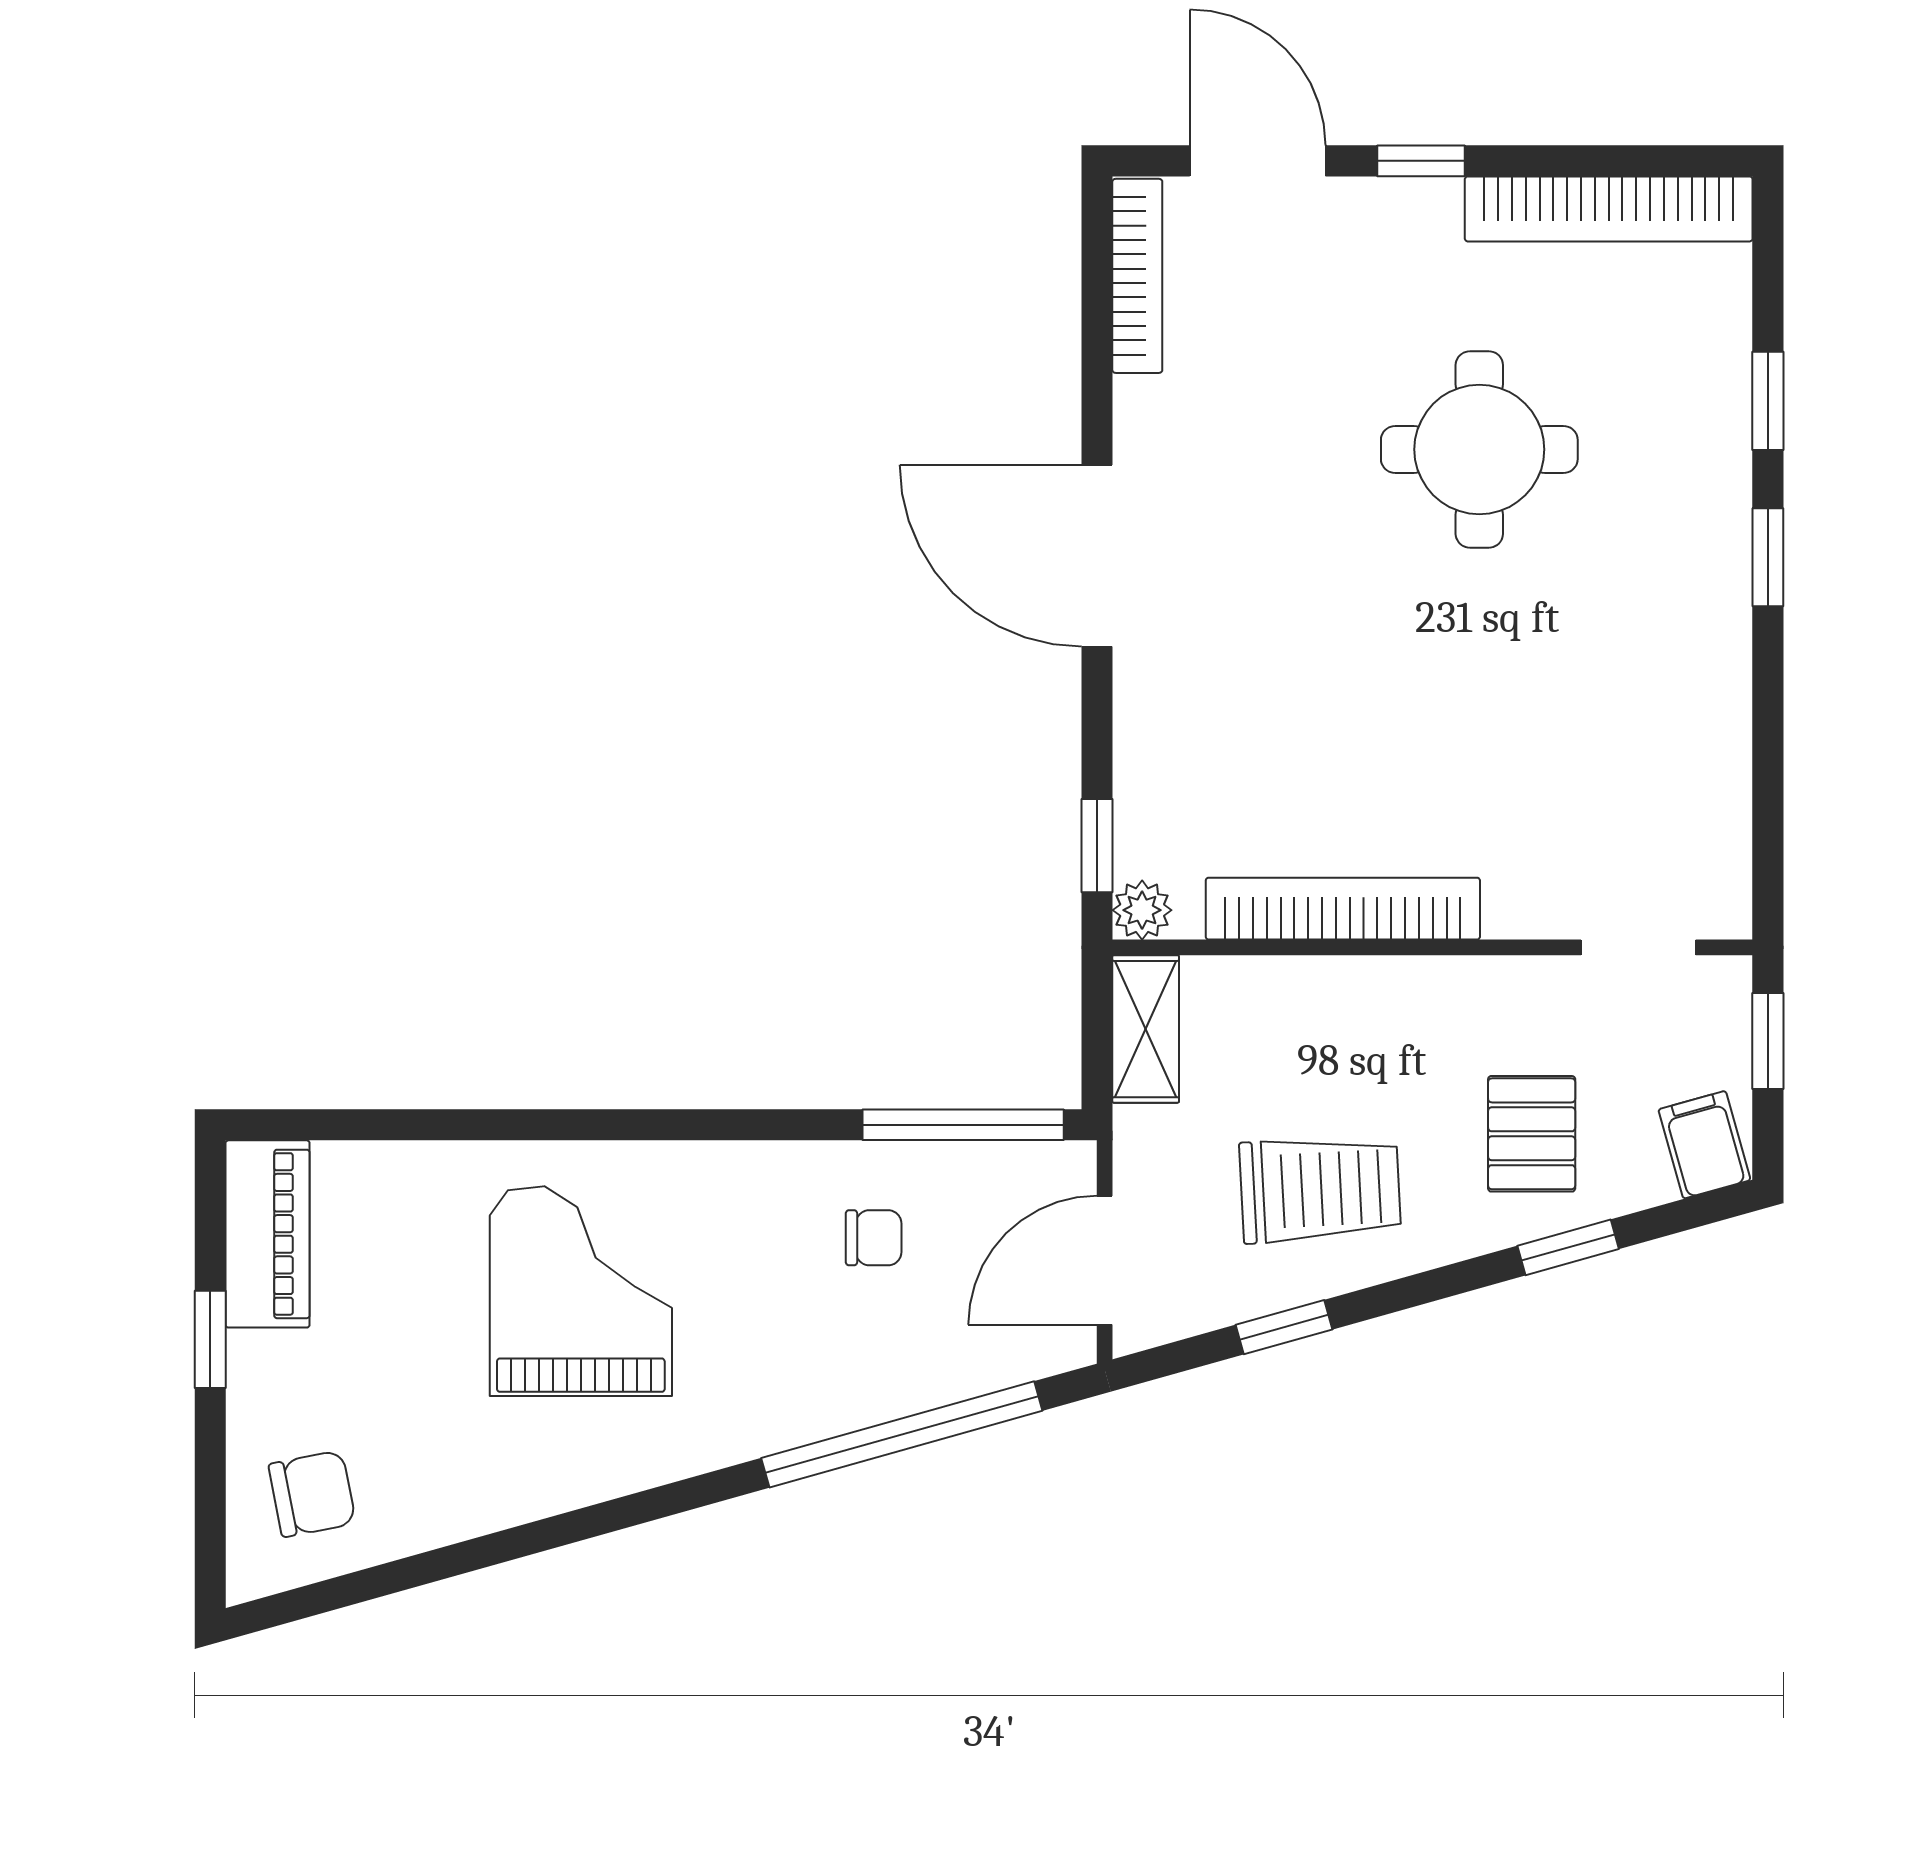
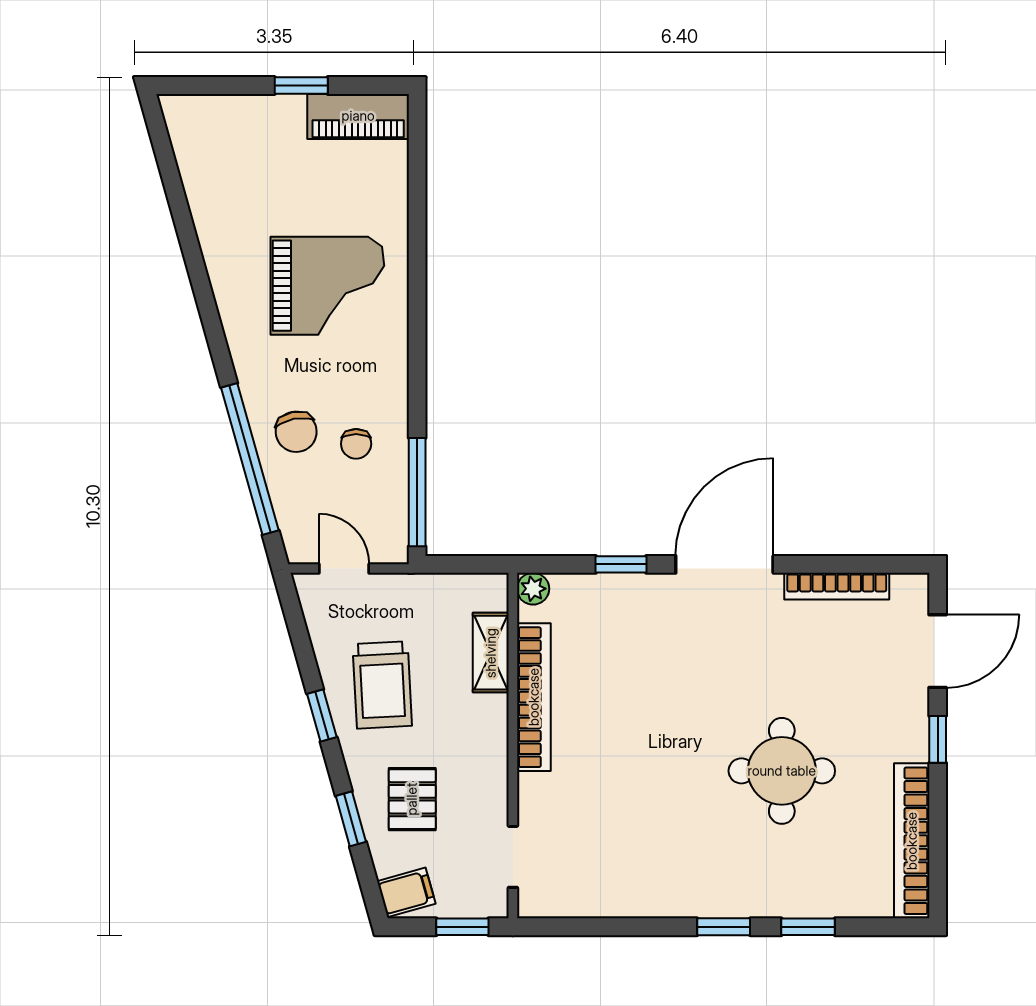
bookcase: (1137, 276) -> (837, 586), moved
window: (1097, 846) -> (621, 564), moved
shelving: (1146, 1029) -> (491, 653), moved, turned 90
pallet: (1532, 1134) -> (412, 799), turned 90
door: (1105, 1260) -> (344, 569), width x0.73
window: (1284, 1327) -> (322, 715), moved
chair: (312, 1494) -> (296, 432), moved

